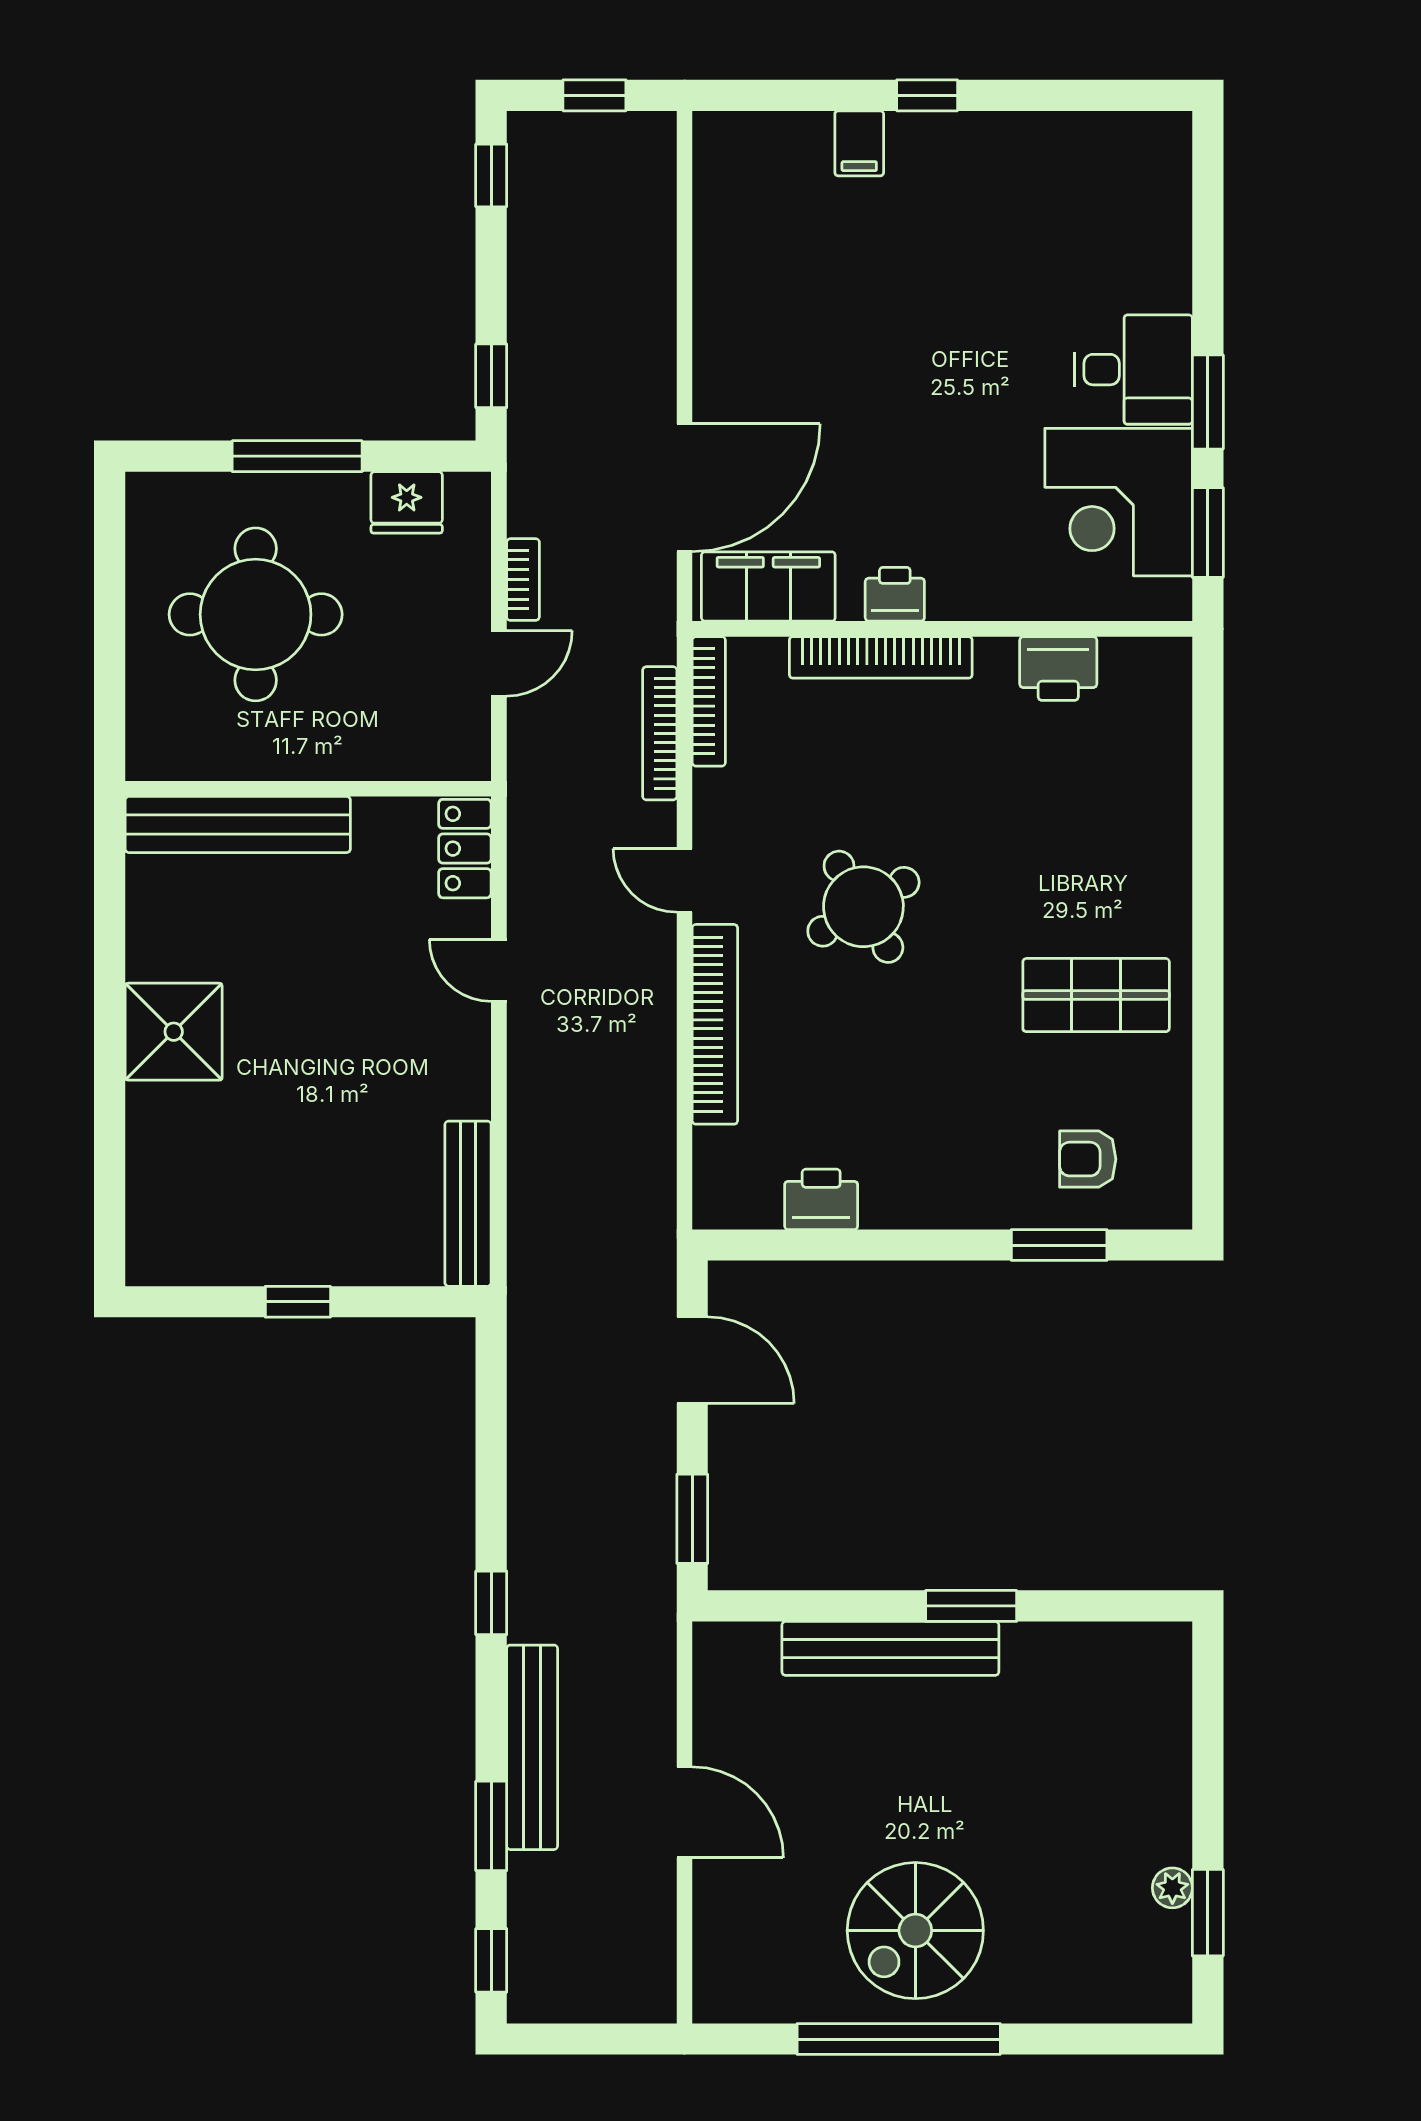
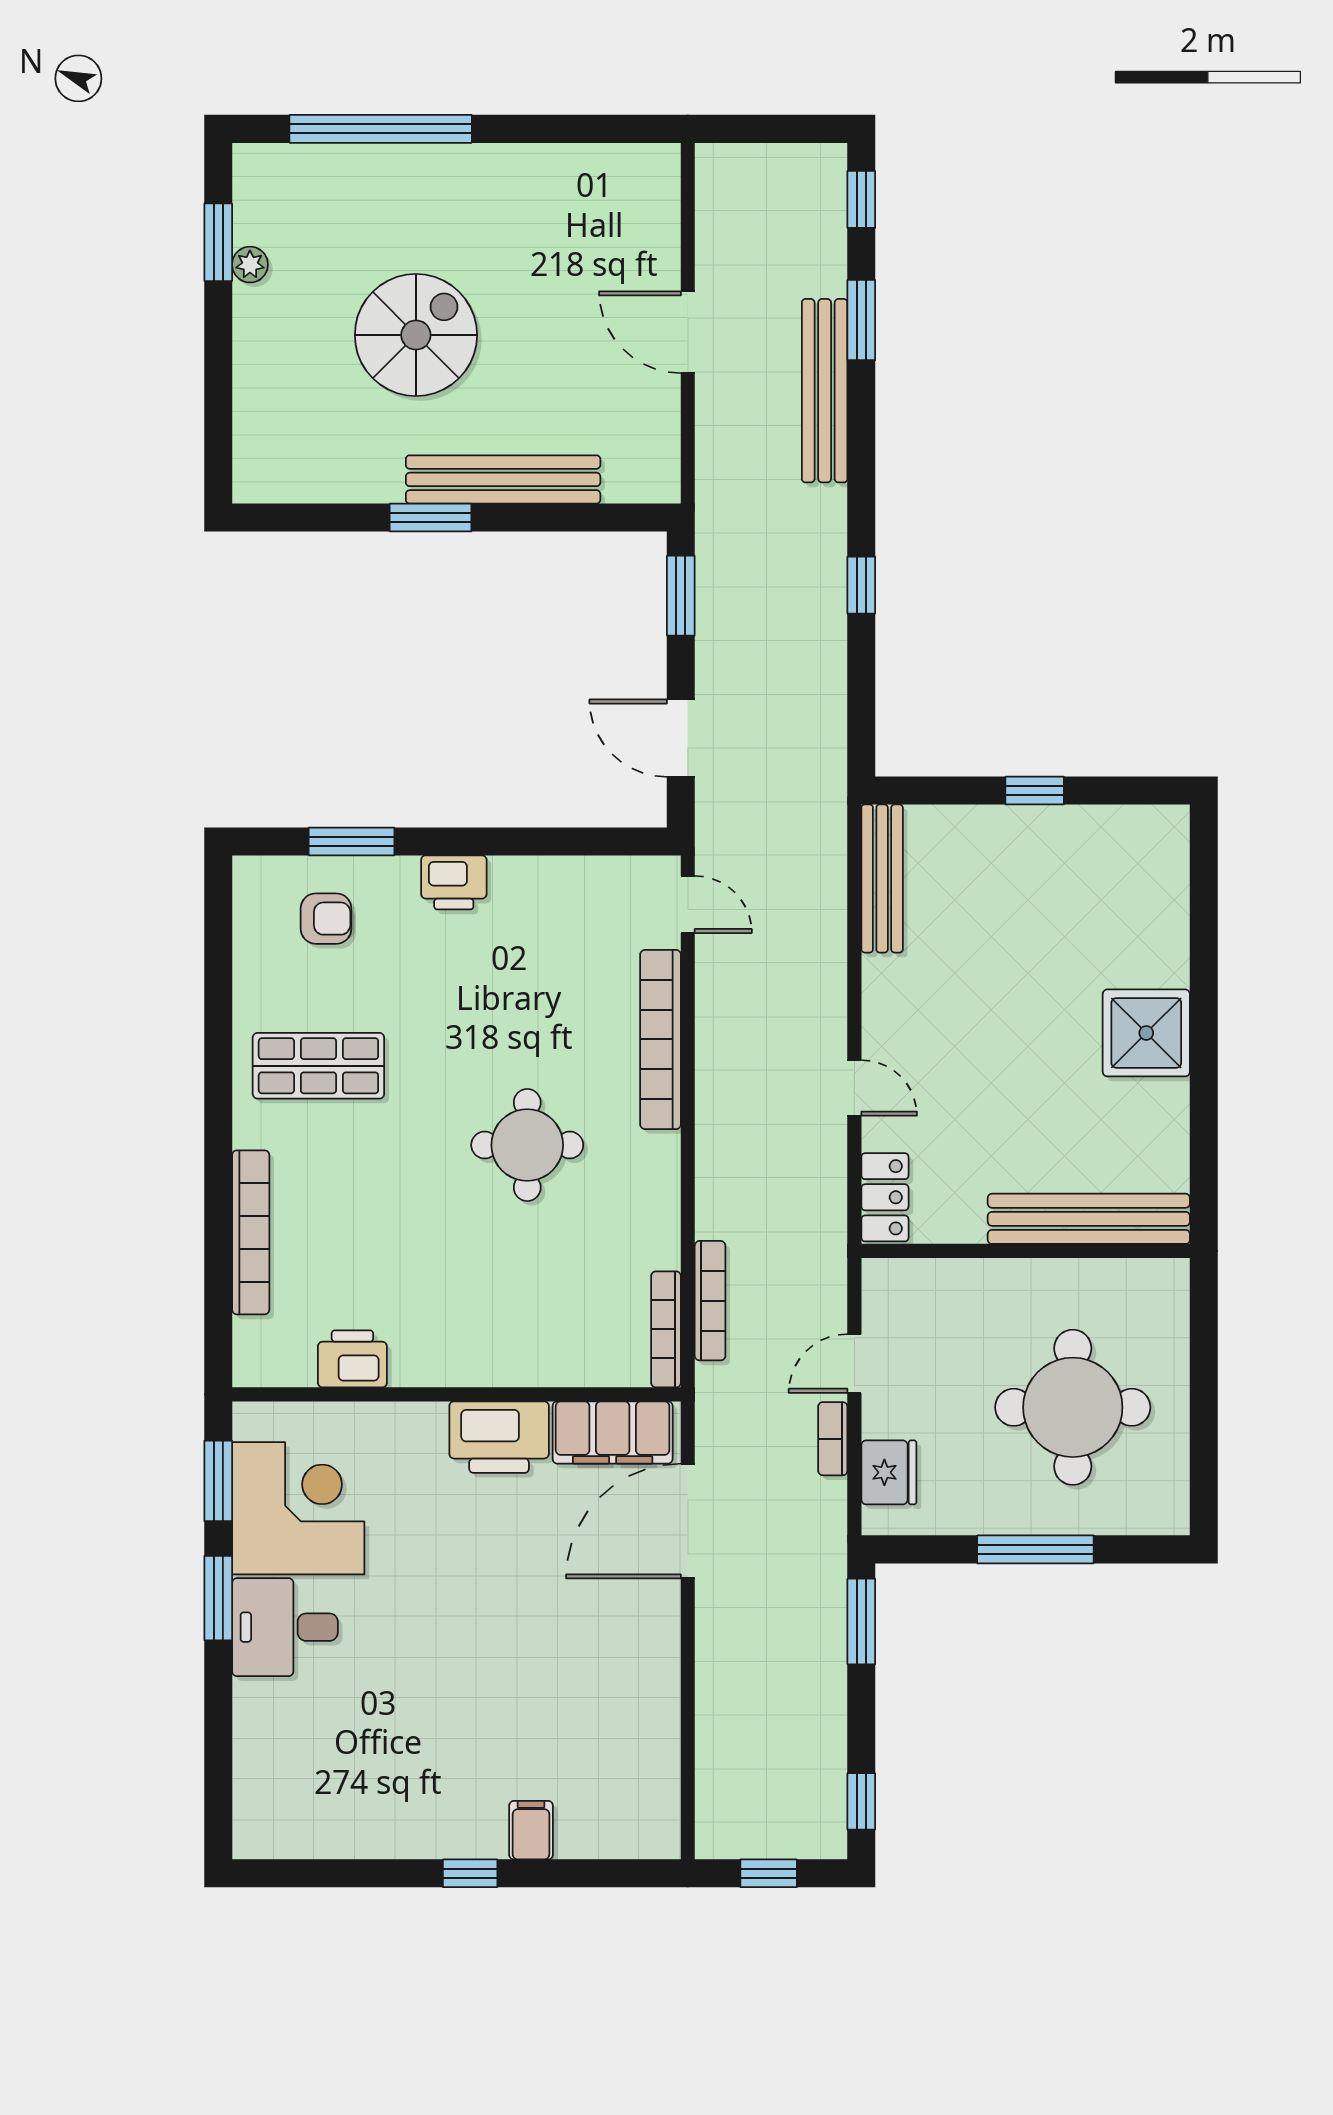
window: (491, 376) -> (861, 1621), width x1.50
fridge: (407, 502) -> (889, 1472), moved, turned 90
printer: (895, 594) -> (499, 1437), width x1.87, depth x1.48
bookcase: (881, 657) -> (251, 1232), moved, turned 90
door: (685, 880) -> (688, 905), moved
round table: (863, 907) -> (527, 1145), turned 31
printer: (821, 1199) -> (454, 882), moved
window: (491, 1603) -> (861, 585), moved
spiral stairs: (915, 1931) -> (416, 335), moved
window: (899, 2039) -> (381, 129), moved

